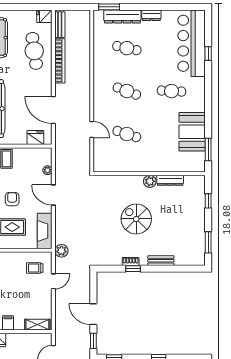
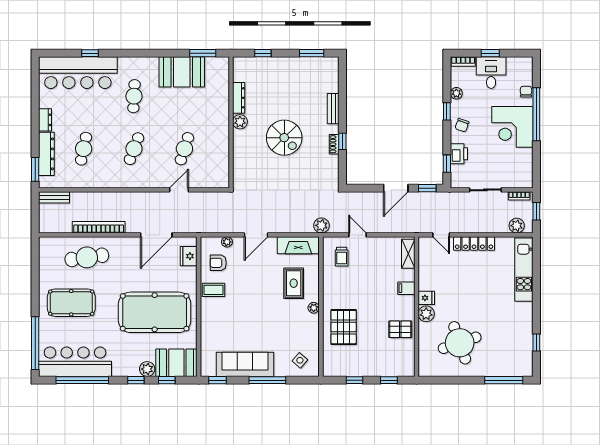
fridge: (44, 16) -> (46, 245), removed
bench: (60, 25) -> (54, 197), moved
armchair: (12, 199) -> (218, 263), moved
spiral stairs: (136, 219) -> (284, 138), turned -90

